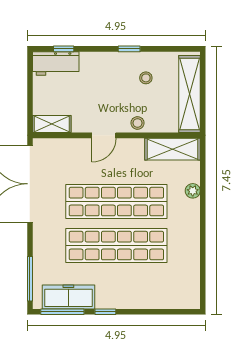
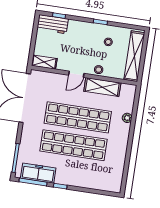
shelving: (173, 149) -> (102, 87), moved

